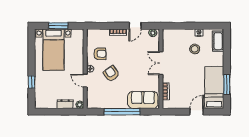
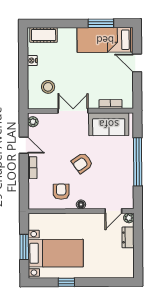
stool: (195, 49) -> (48, 87), moved
double door: (161, 63) -> (73, 111), swing flipped
armchair: (111, 74) -> (82, 163), moved
door: (85, 81) -> (113, 211), moved
window: (32, 82) -> (66, 282), moved
sofa: (143, 100) -> (109, 124), moved, turned -90

